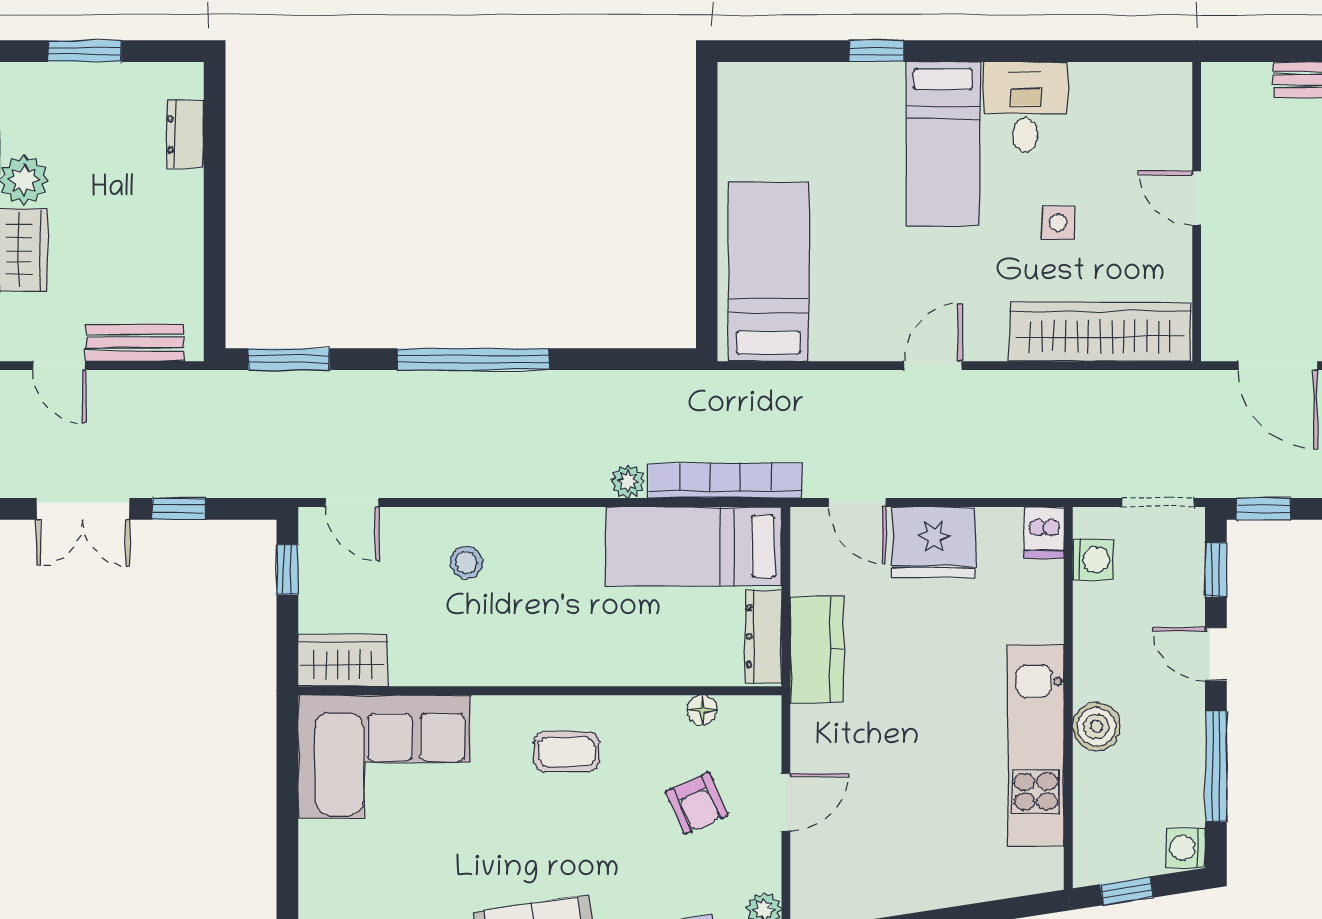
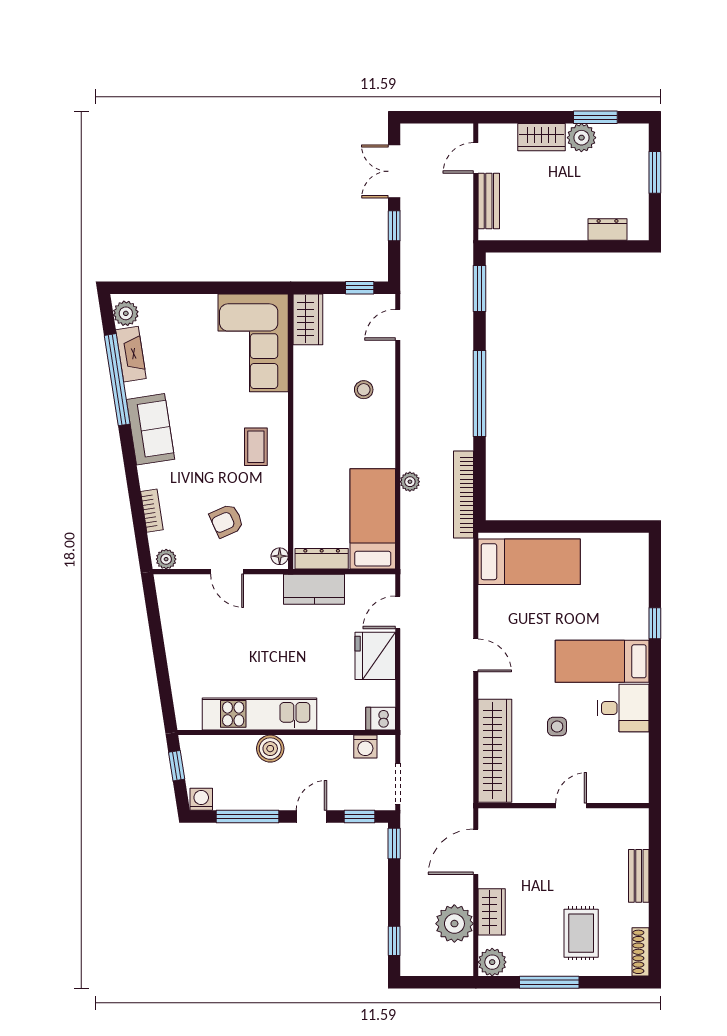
bookcase: (725, 481) -> (463, 495), moved, turned 180
floor lamp: (702, 710) -> (280, 556), moved

